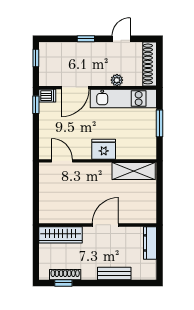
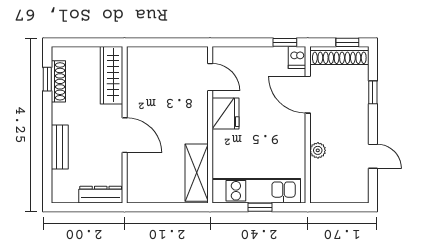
window: (86, 39) -> (373, 92), moved
shoe rack: (150, 64) -> (339, 56), moved, turned 180
kitchen unit: (123, 98) -> (256, 191), moved, turned 90
window: (160, 123) -> (260, 207), width x0.67
fridge: (104, 149) -> (226, 113), moved
door: (62, 161) -> (210, 77), hinge flipped

